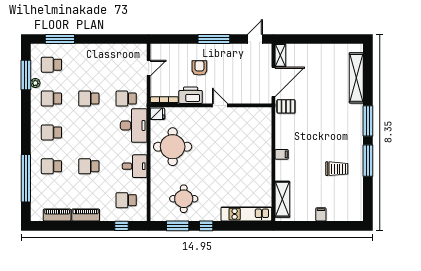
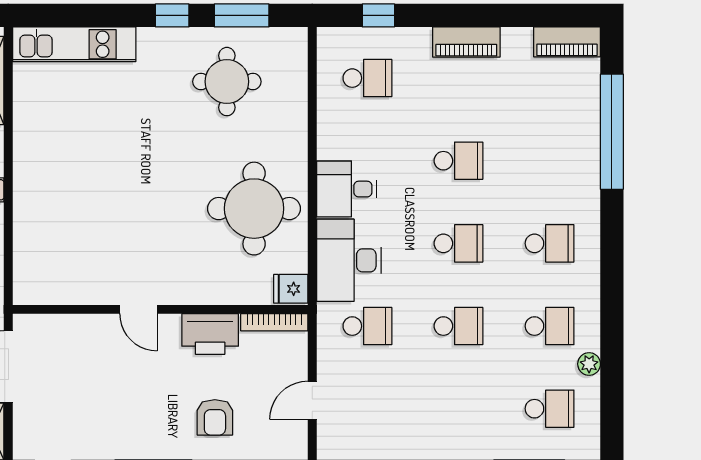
armchair: (199, 68) -> (215, 417), moved
window: (26, 75) -> (612, 384), removed
school desk: (51, 166) -> (458, 243), moved
desk: (135, 166) -> (347, 189), moved
piano: (57, 215) -> (567, 42), moved

